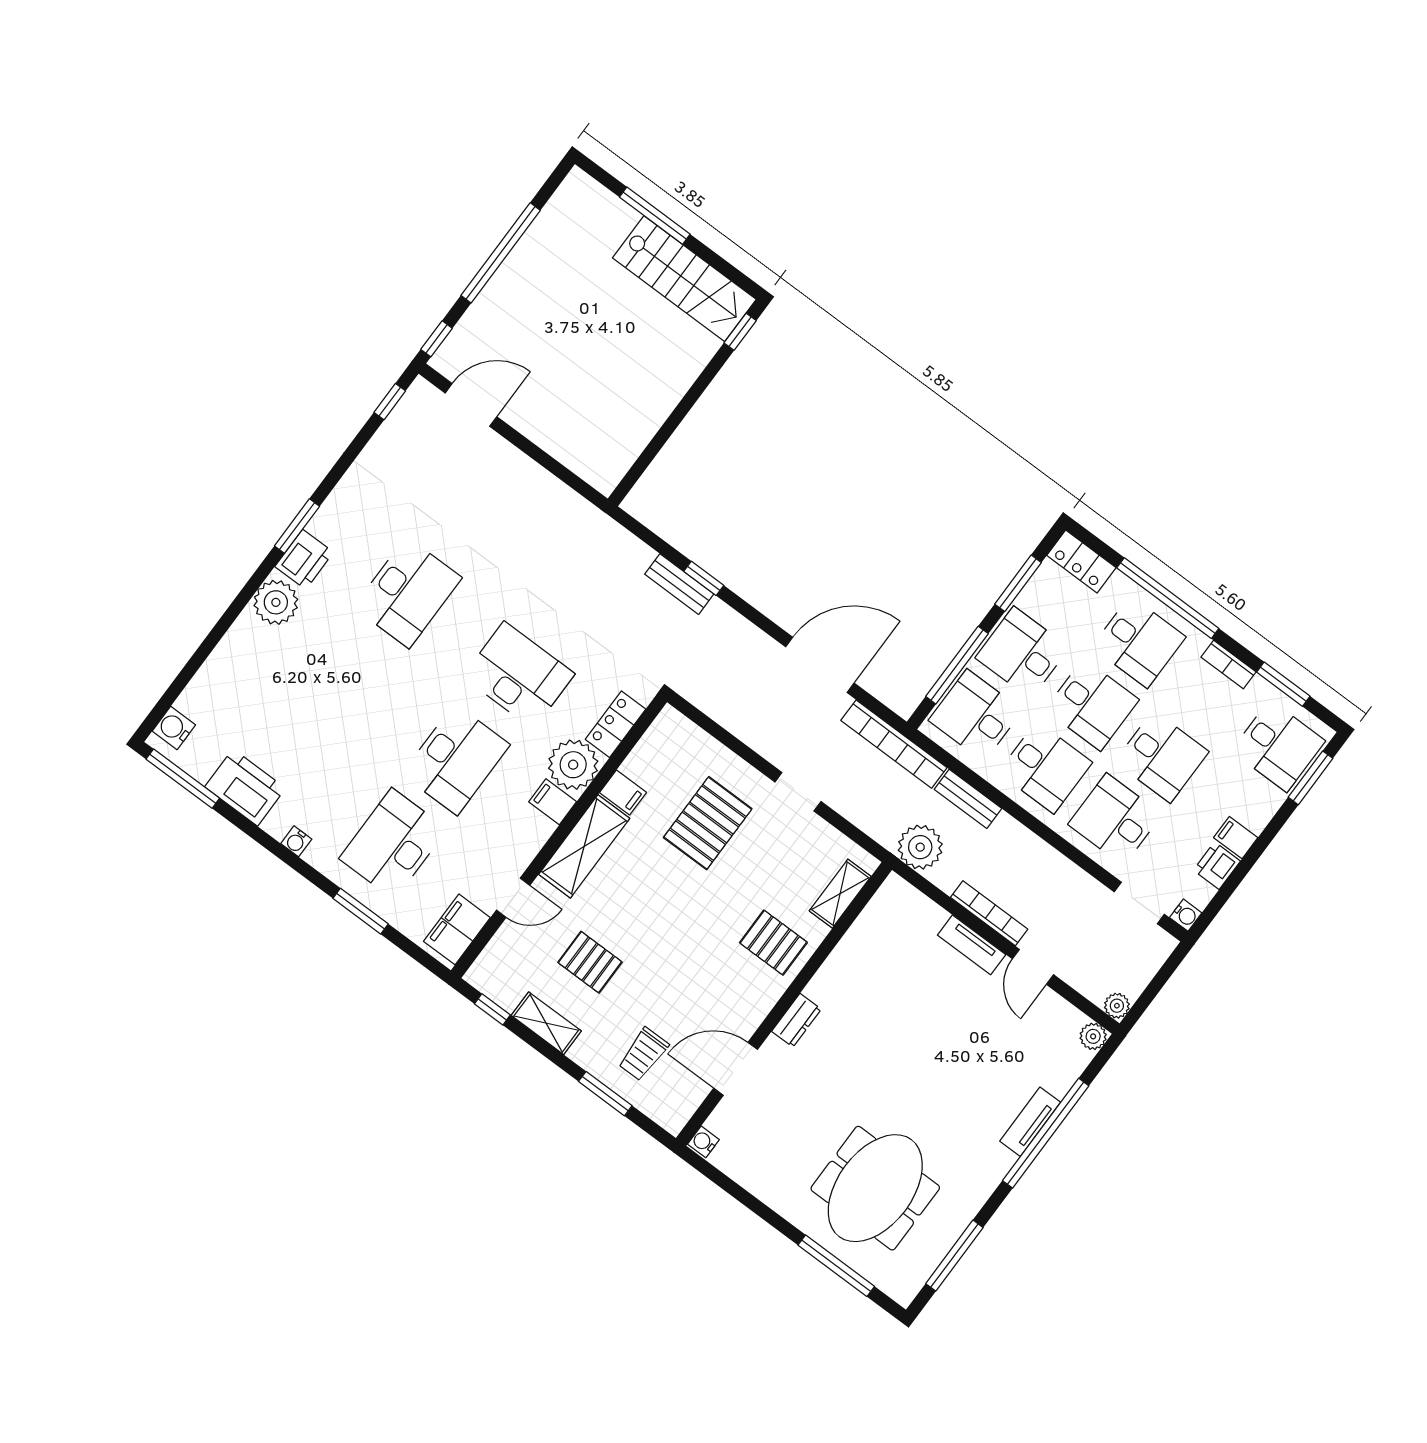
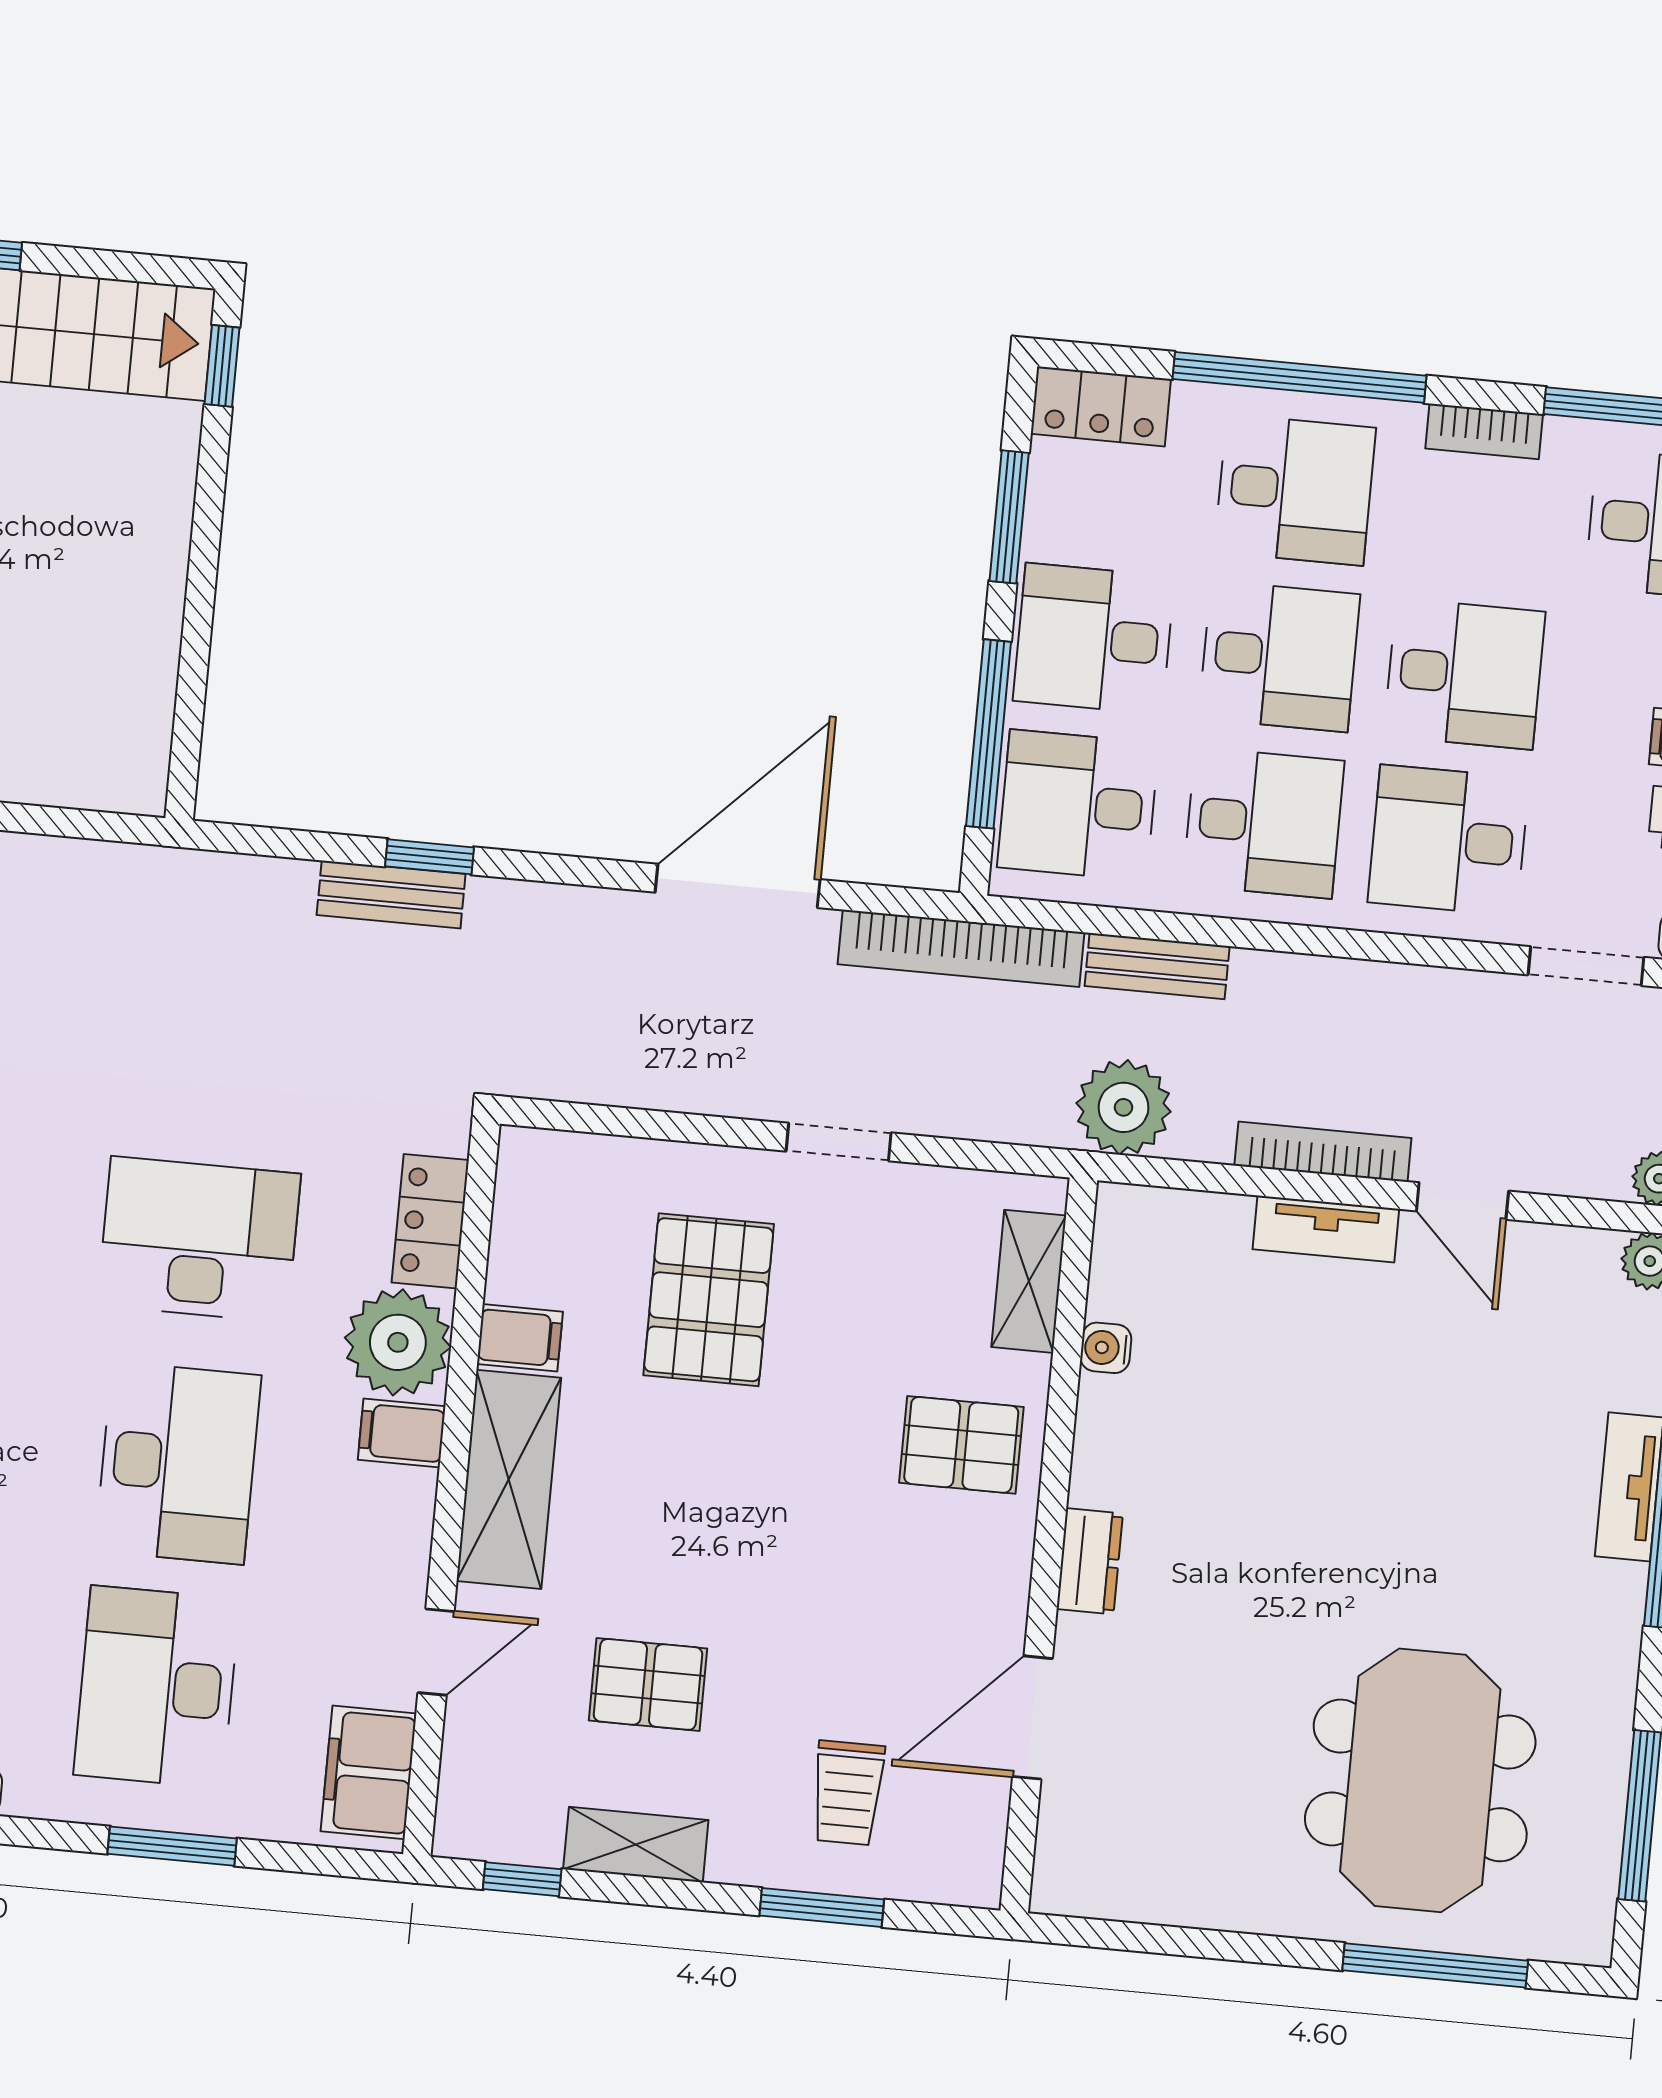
water cooler: (703, 1142) -> (1106, 1348), moved

